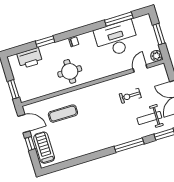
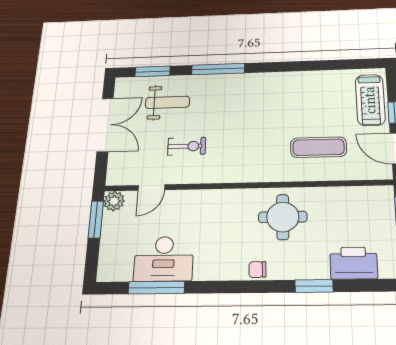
window: (159, 34) -> (96, 219), moved
desk: (116, 39) -> (164, 259), width x0.73, depth x0.77

